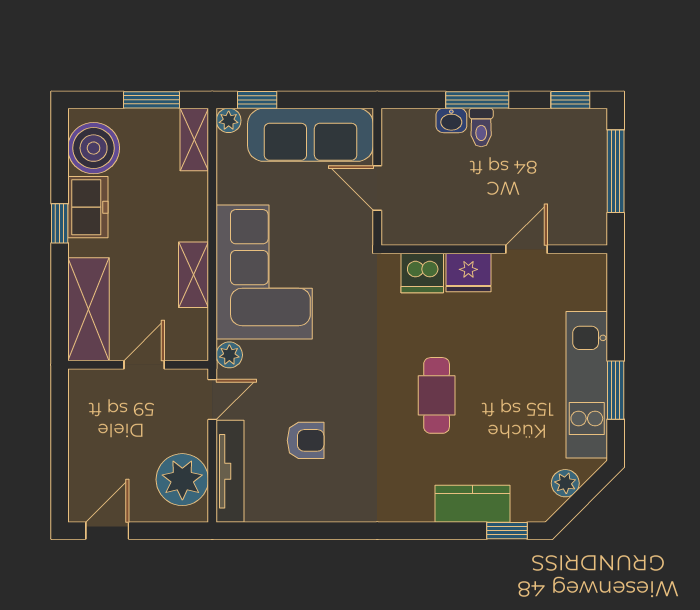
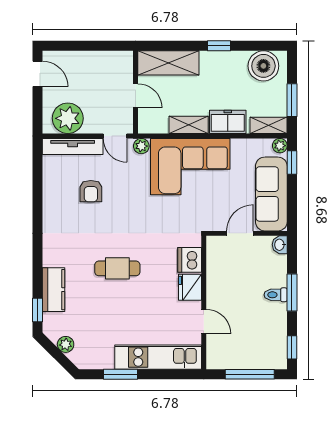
washbasin: (451, 120) -> (280, 245), moved
freezer: (88, 207) -> (228, 122), moved, turned 180
kitchen unit: (587, 385) -> (158, 357), moved

